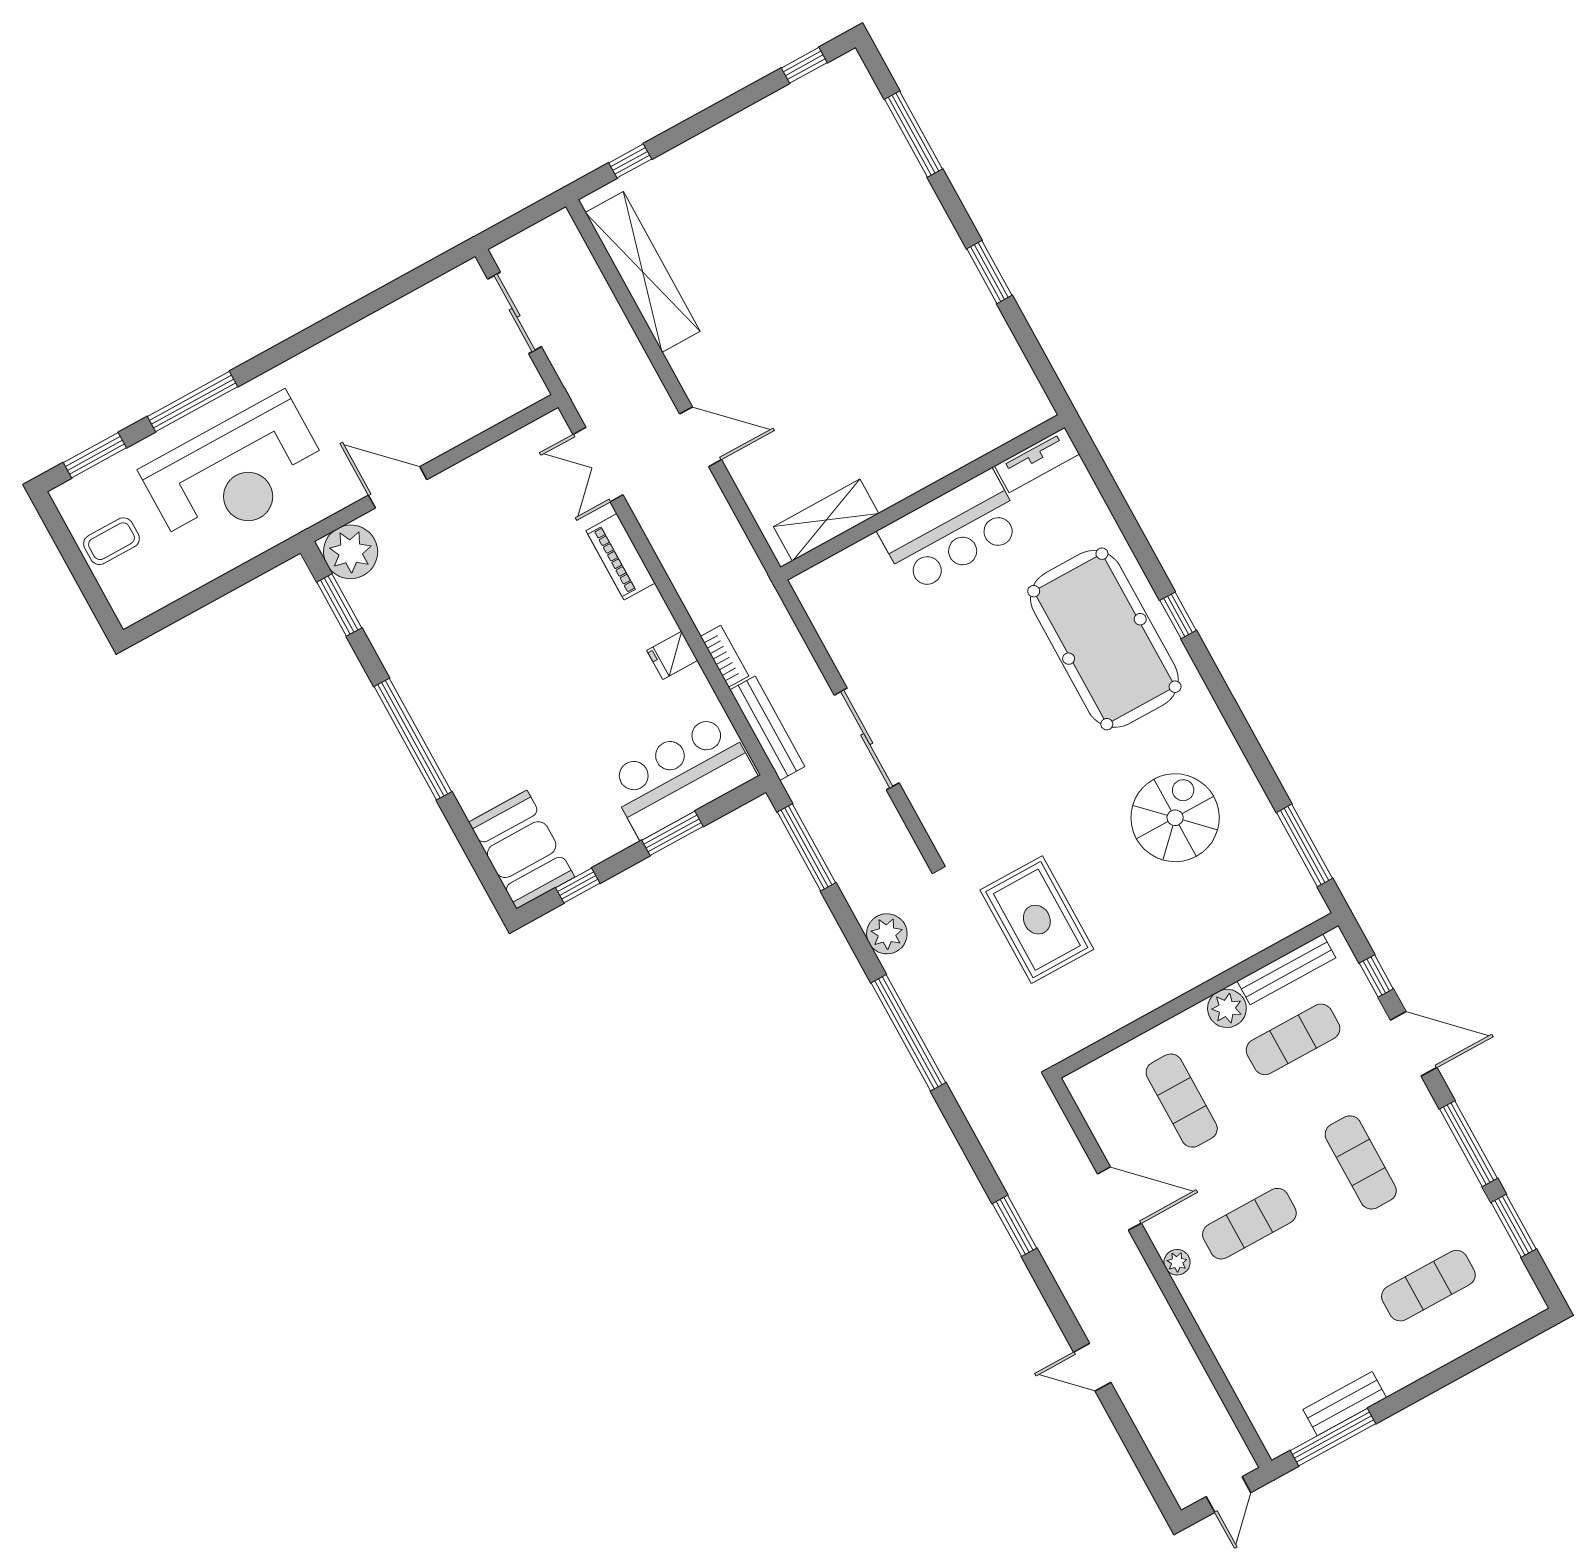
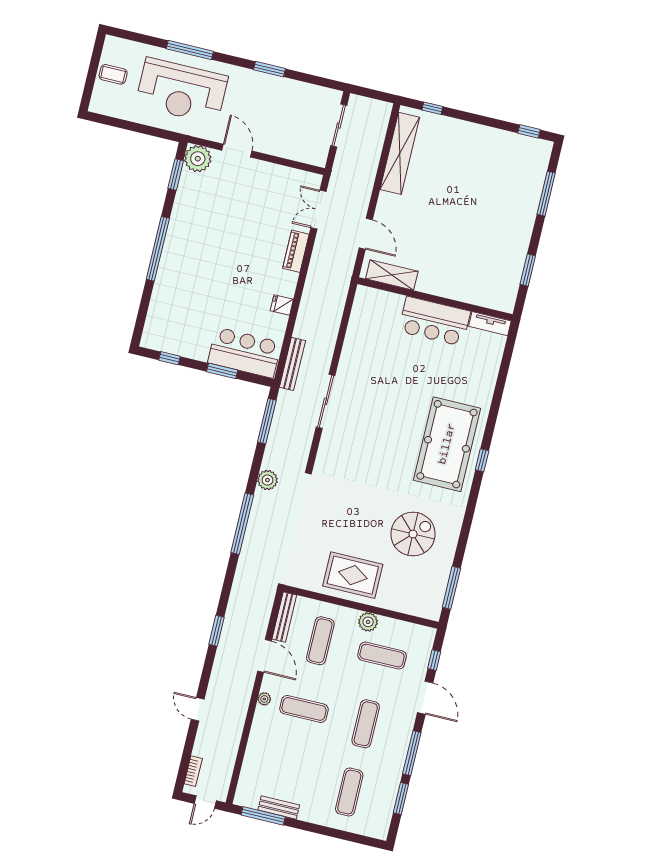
window: (95, 455) -> (269, 69), moved
tv unit: (1037, 460) -> (490, 324), moved
wall: (923, 497) -> (435, 299), moved
shelving: (826, 520) -> (392, 275), moved
bar counter: (952, 531) -> (434, 321), moved
bookcase: (725, 656) -> (193, 771), moved
booth: (522, 850) -> (161, 326), removed
rug: (1037, 920) -> (353, 575), moved, turned 90
bench: (1286, 969) -> (284, 617), moved, turned 90
exercise mat: (1428, 1286) -> (349, 792), turned 90

